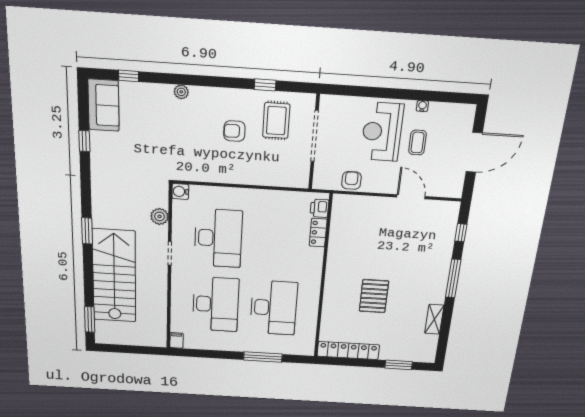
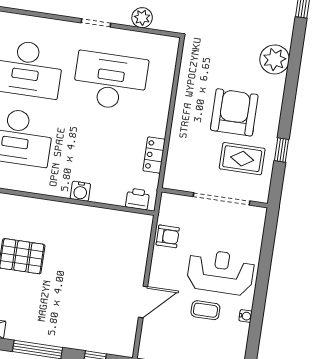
plant: (181, 92) -> (275, 59), width x1.87, depth x1.87
armchair: (234, 131) -> (234, 112), width x1.88, depth x1.88
water cooler: (180, 191) -> (80, 191), moved, turned 180
locker: (318, 233) -> (154, 155), moved, turned -90
desk: (218, 238) -> (110, 81), turned 180

